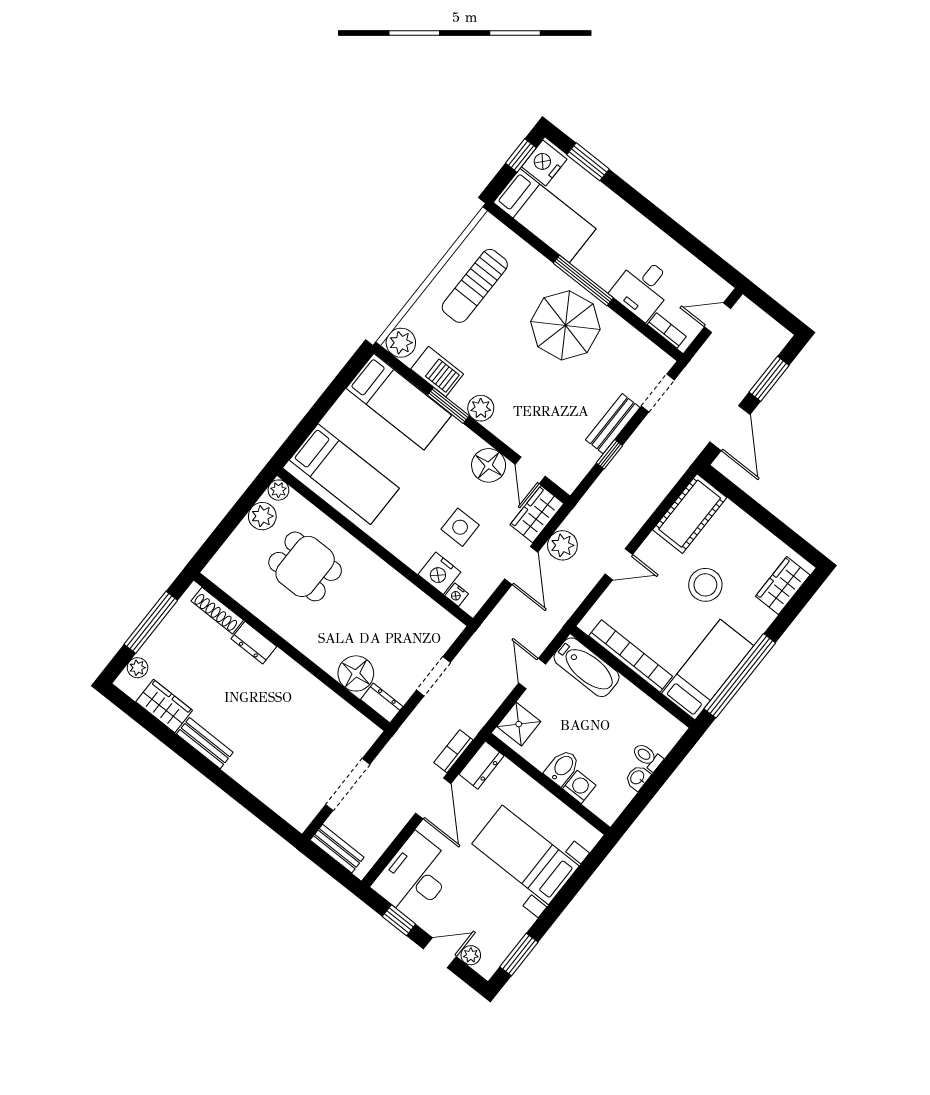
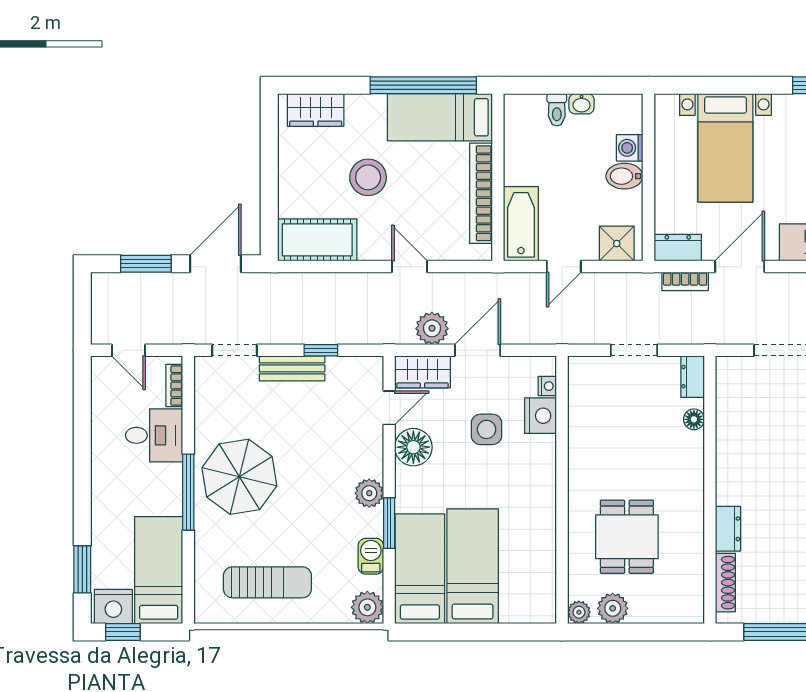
barbecue: (437, 371) -> (371, 556), width x0.73, depth x0.79
bed: (344, 474) -> (473, 566), moved
floor lamp: (356, 673) -> (694, 419), width x0.53, depth x0.53

